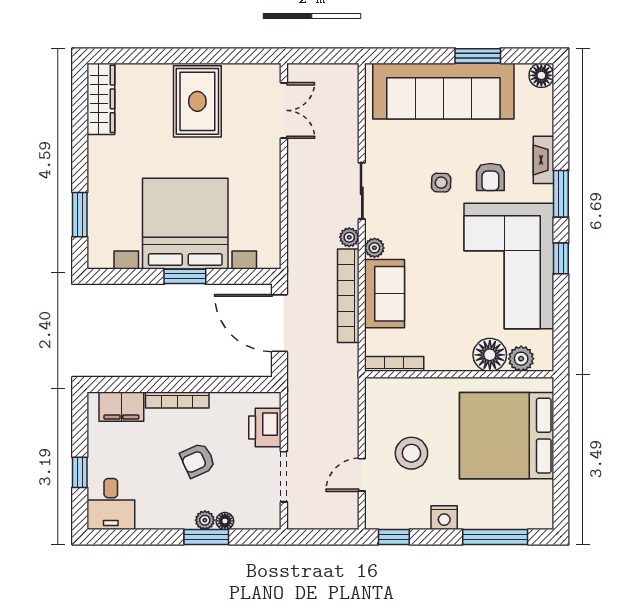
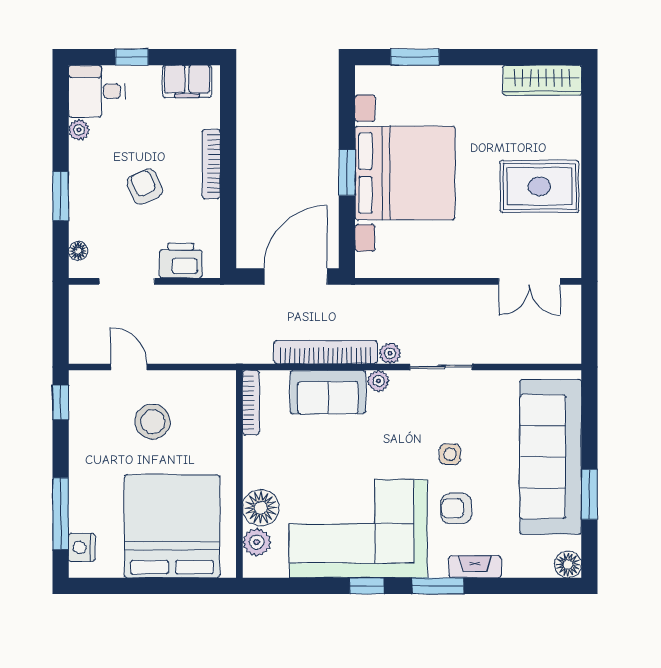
filing cabinet: (121, 407) -> (187, 81), moved, turned -90
nightstand: (444, 518) -> (82, 547), moved
plant: (205, 520) -> (79, 130), moved
floor lamp: (225, 521) -> (78, 251), moved

